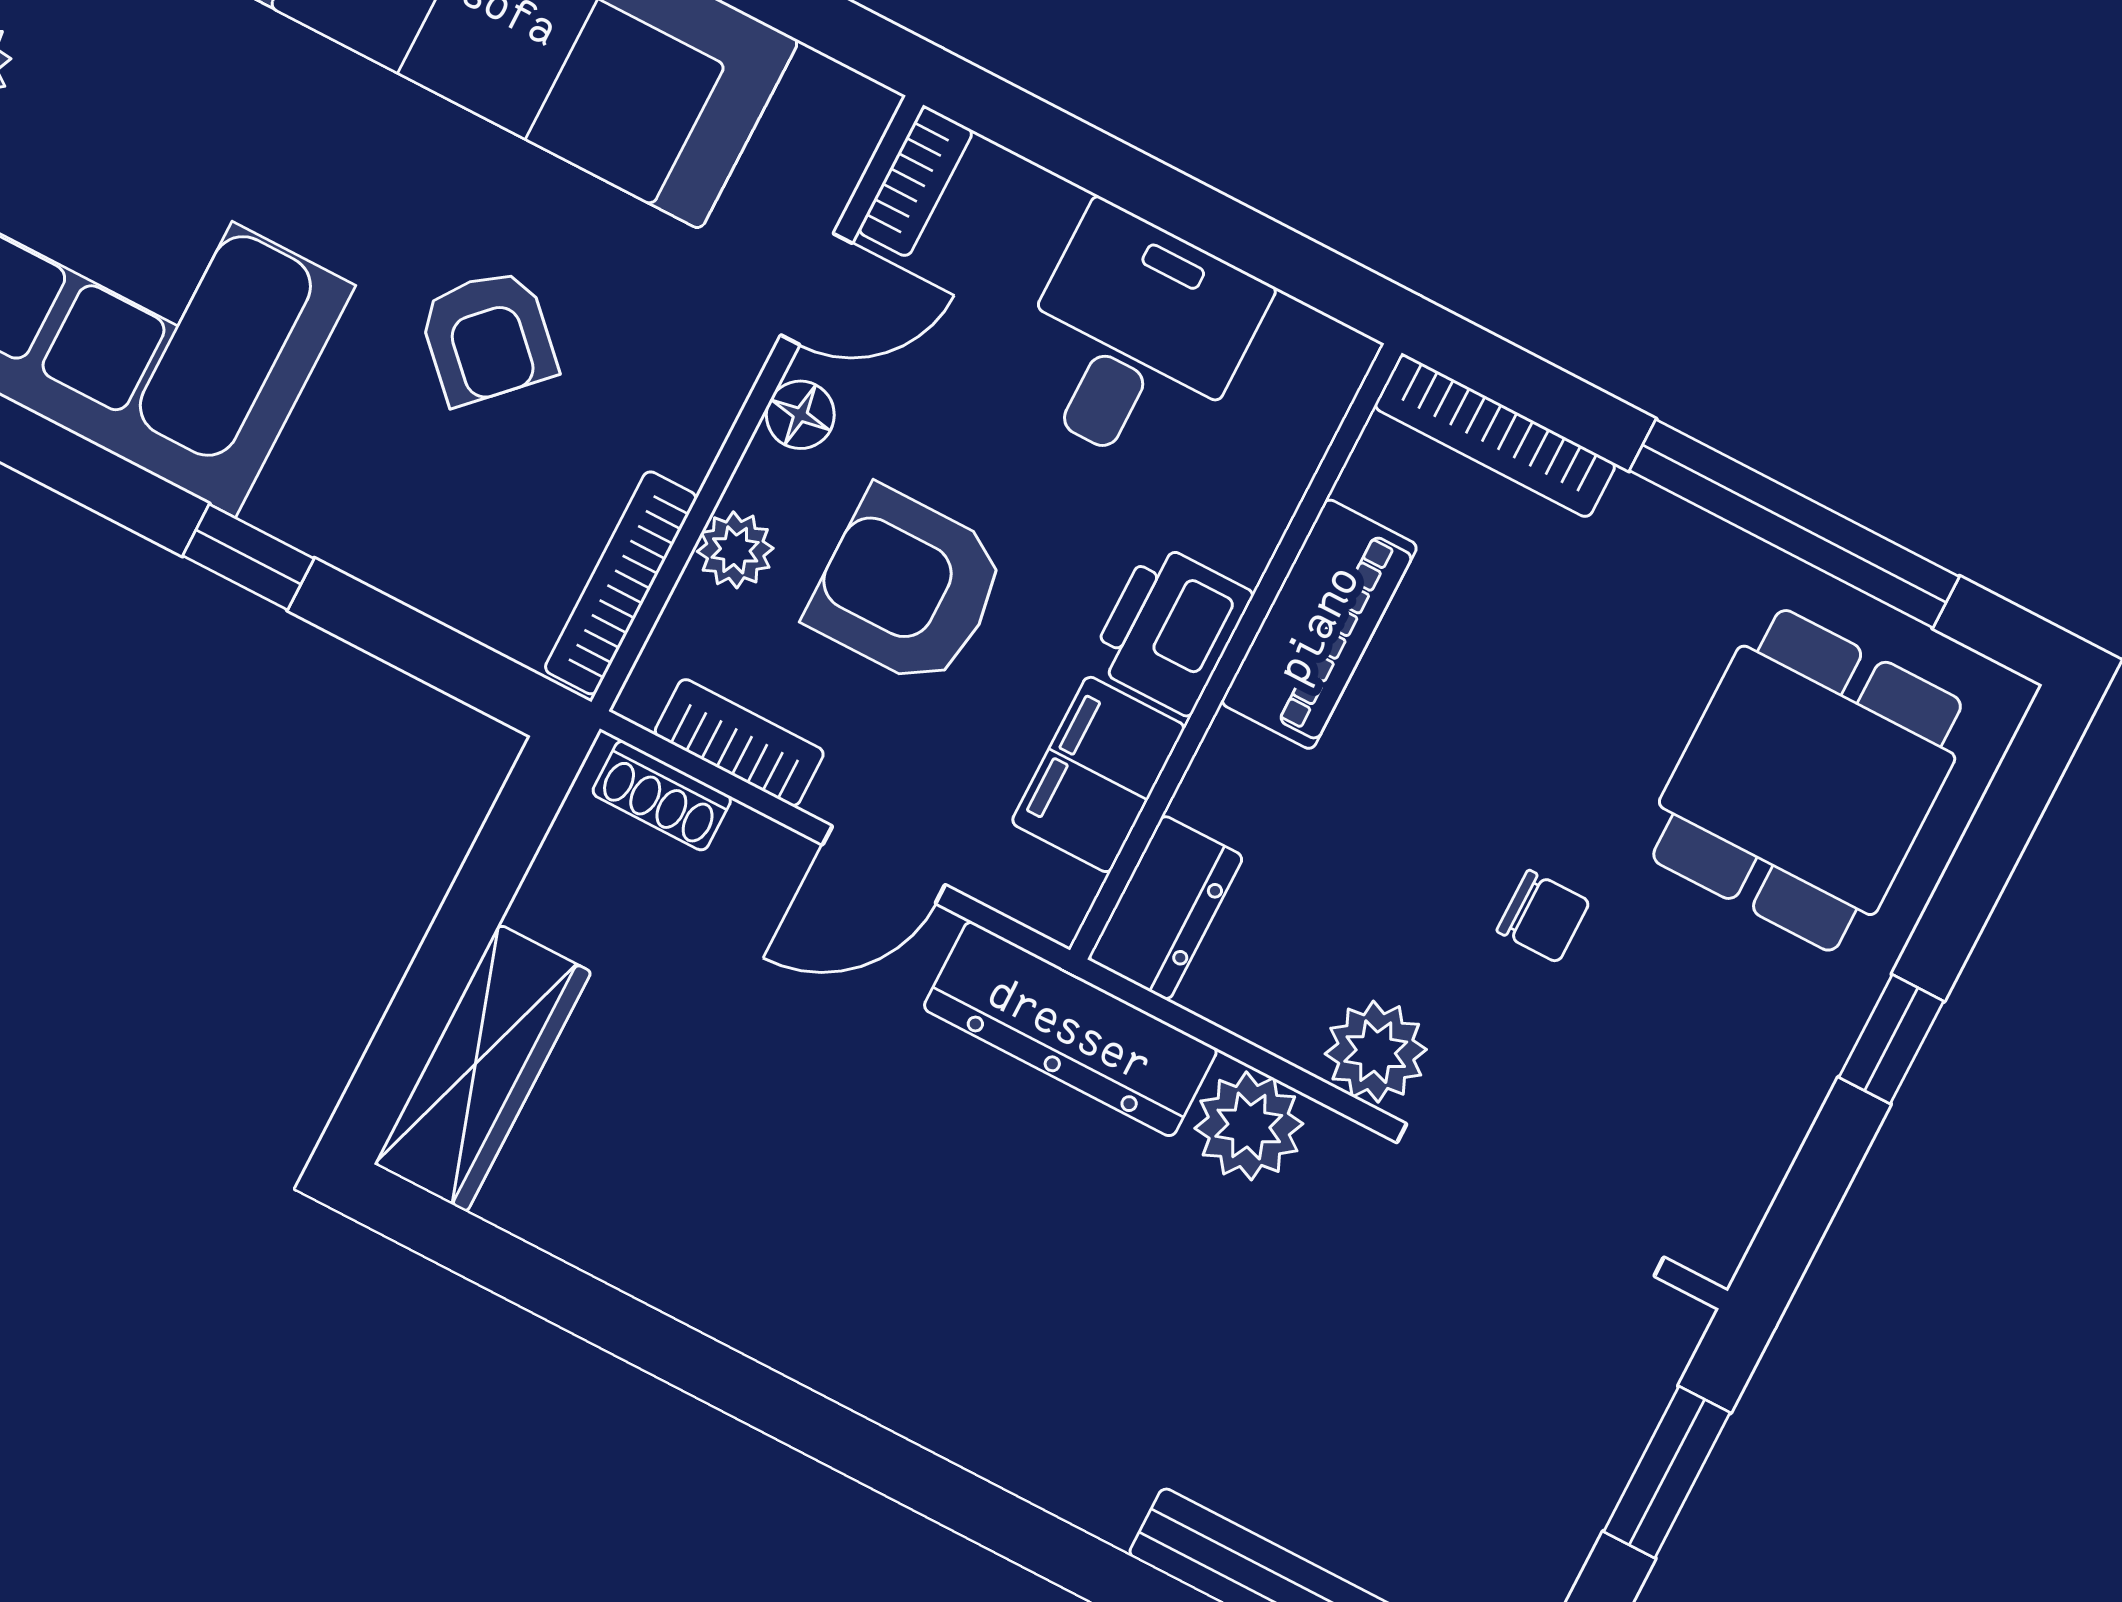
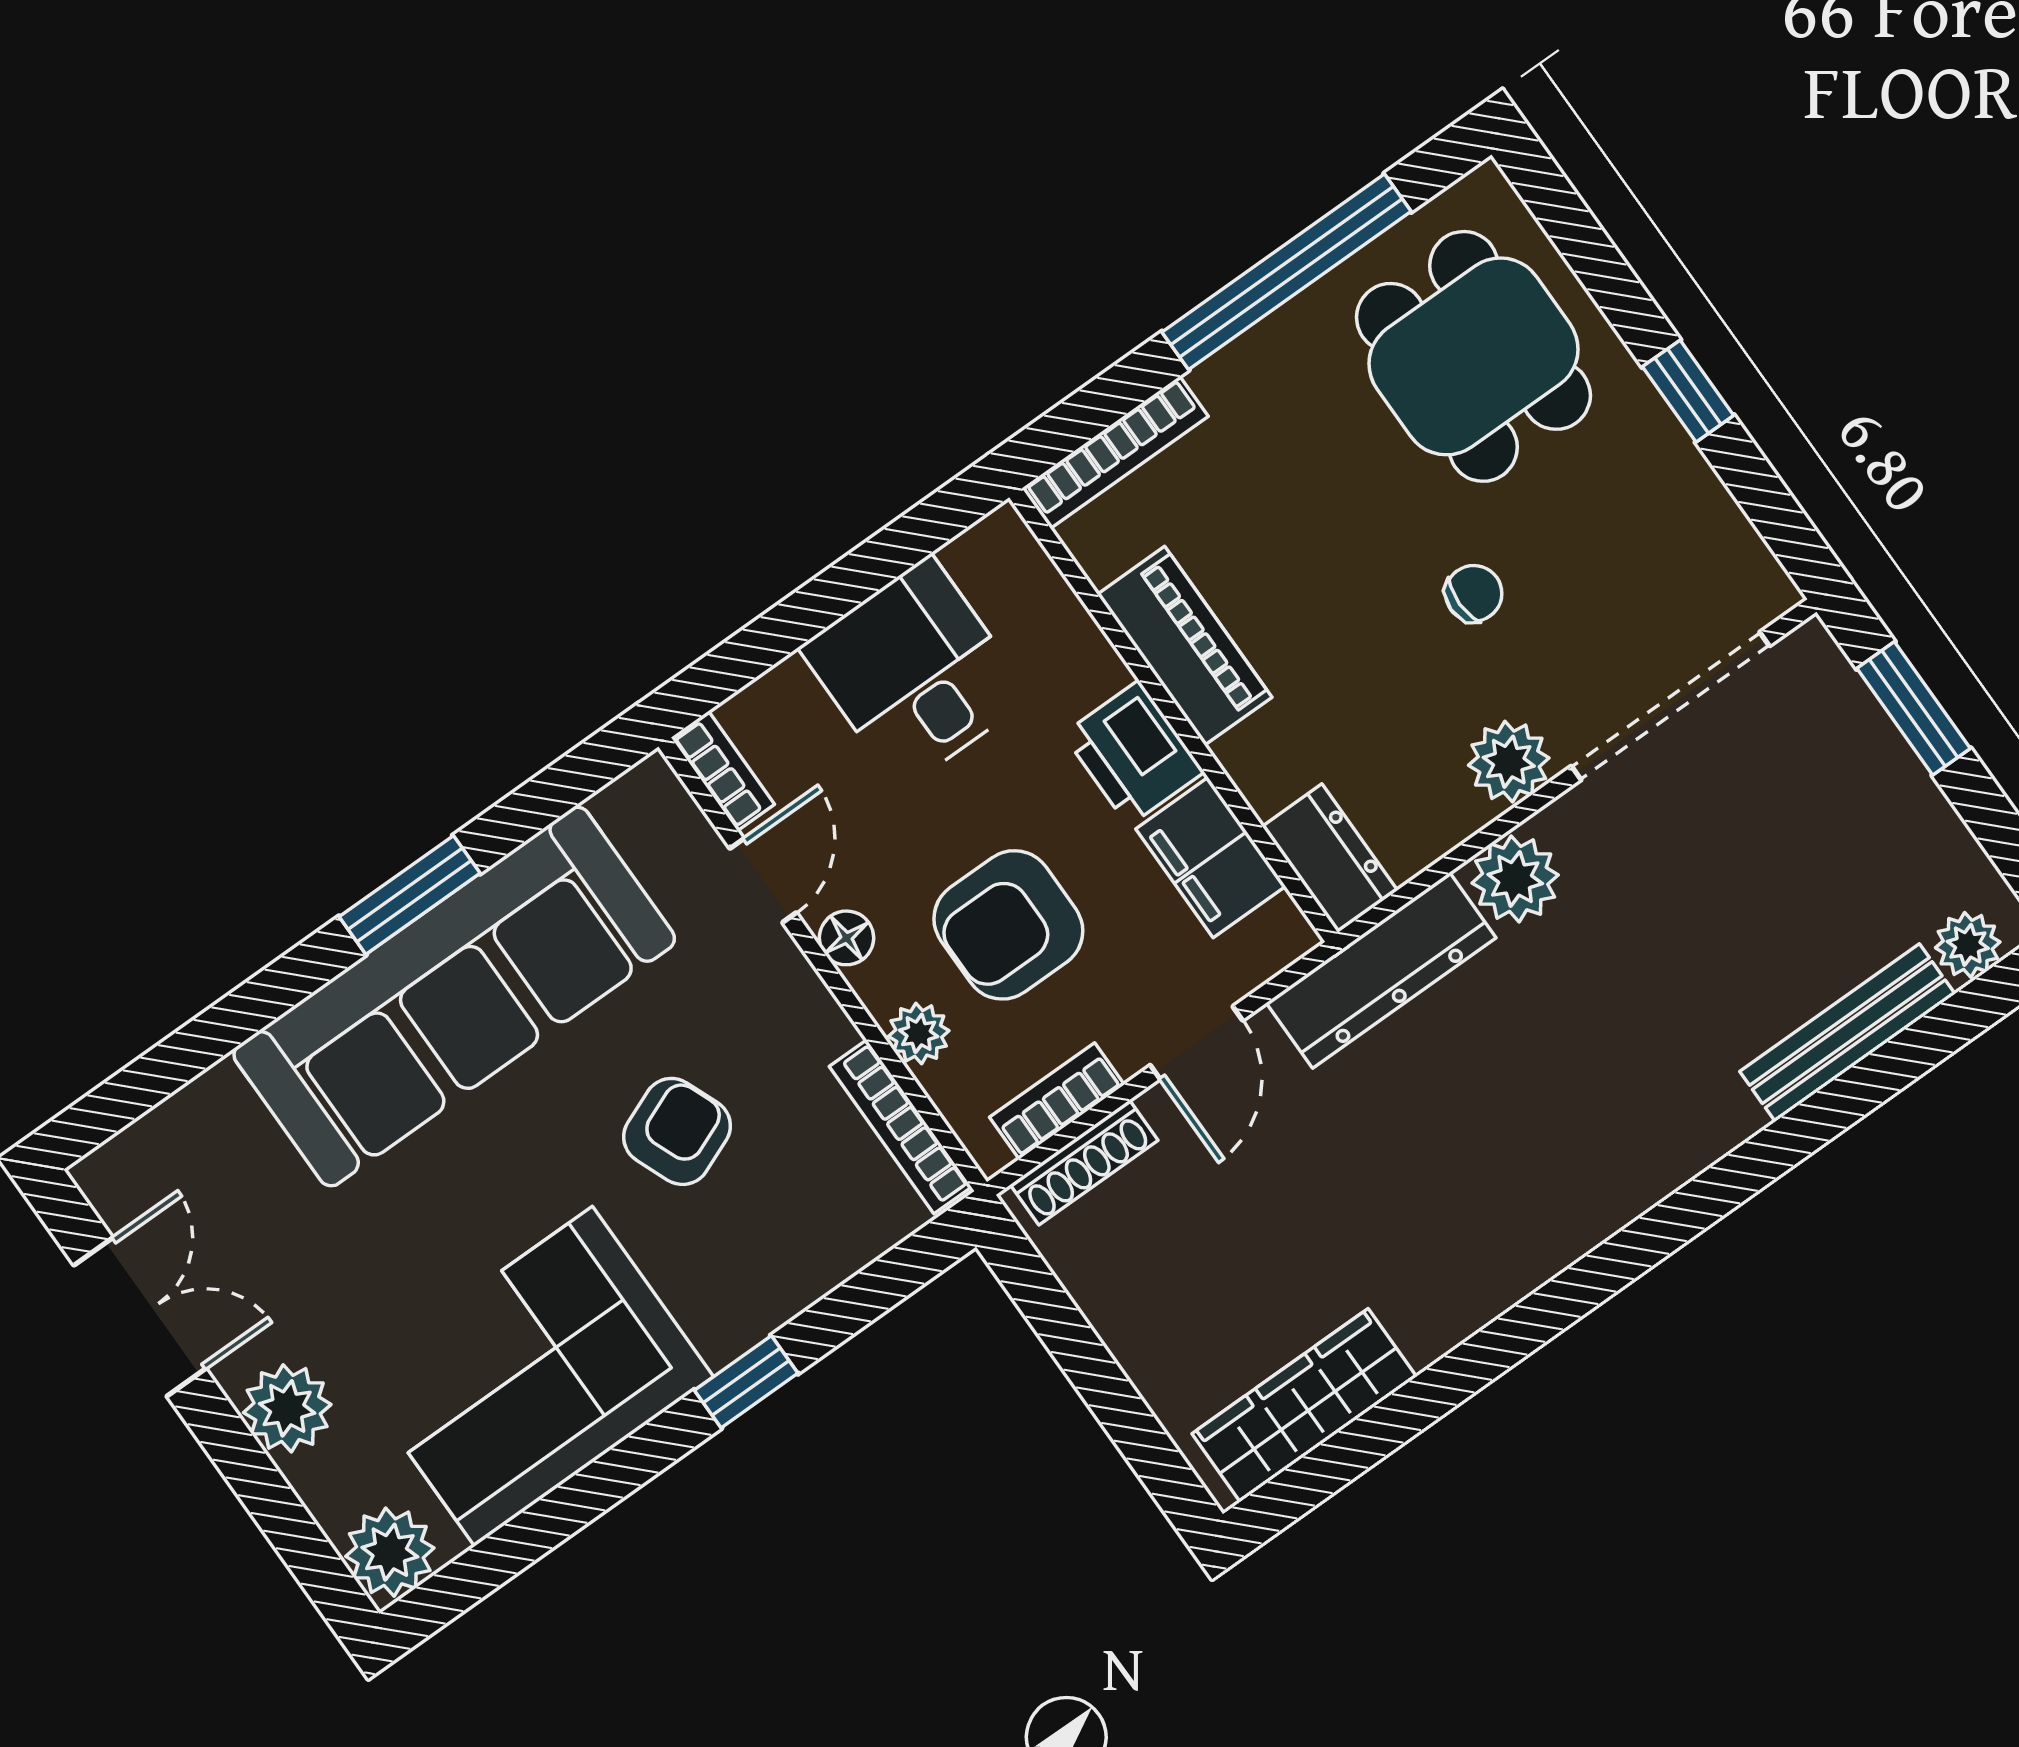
armchair: (488, 337) -> (677, 1131), turned -67
shoe rack: (662, 796) -> (1084, 1163), width x1.43
wardrobe: (483, 1068) -> (1304, 1405), moved, turned -90

